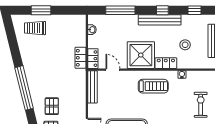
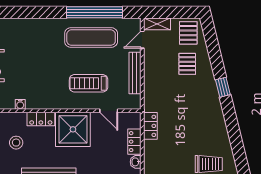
locker: (93, 59) -> (134, 142), moved
treadmill: (153, 86) -> (89, 83), moved
bench: (93, 87) -> (135, 73), moved
window: (24, 88) -> (223, 87), width x0.32

